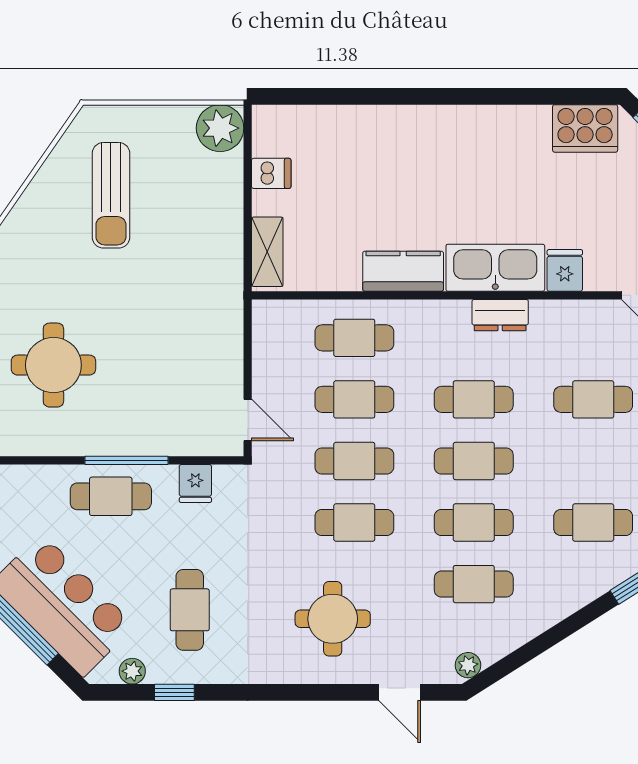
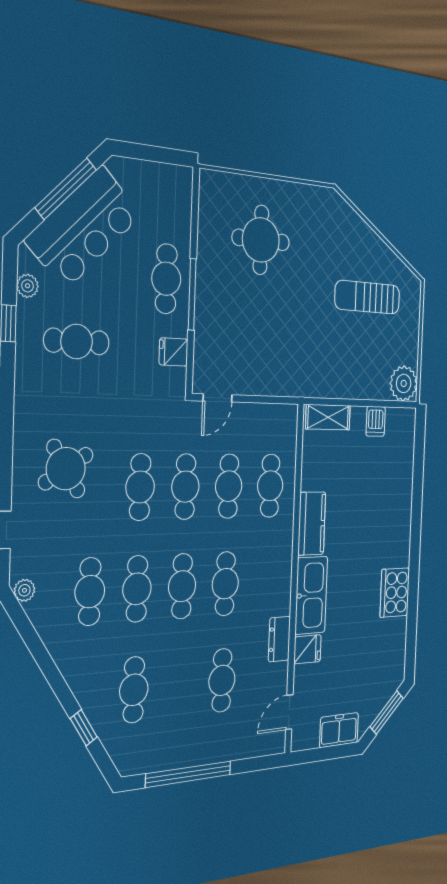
cooker: (585, 128) -> (395, 592), moved
dresser: (500, 315) -> (279, 639), moved
round table: (333, 619) -> (66, 469), turned -32

